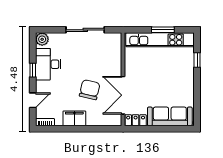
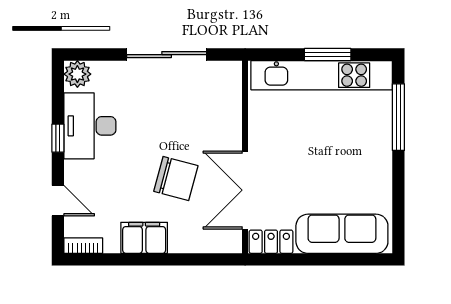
window: (197, 60) -> (398, 117), width x2.17
chair: (90, 90) -> (176, 179), turned 92
door: (33, 100) -> (58, 201), hinge flipped

